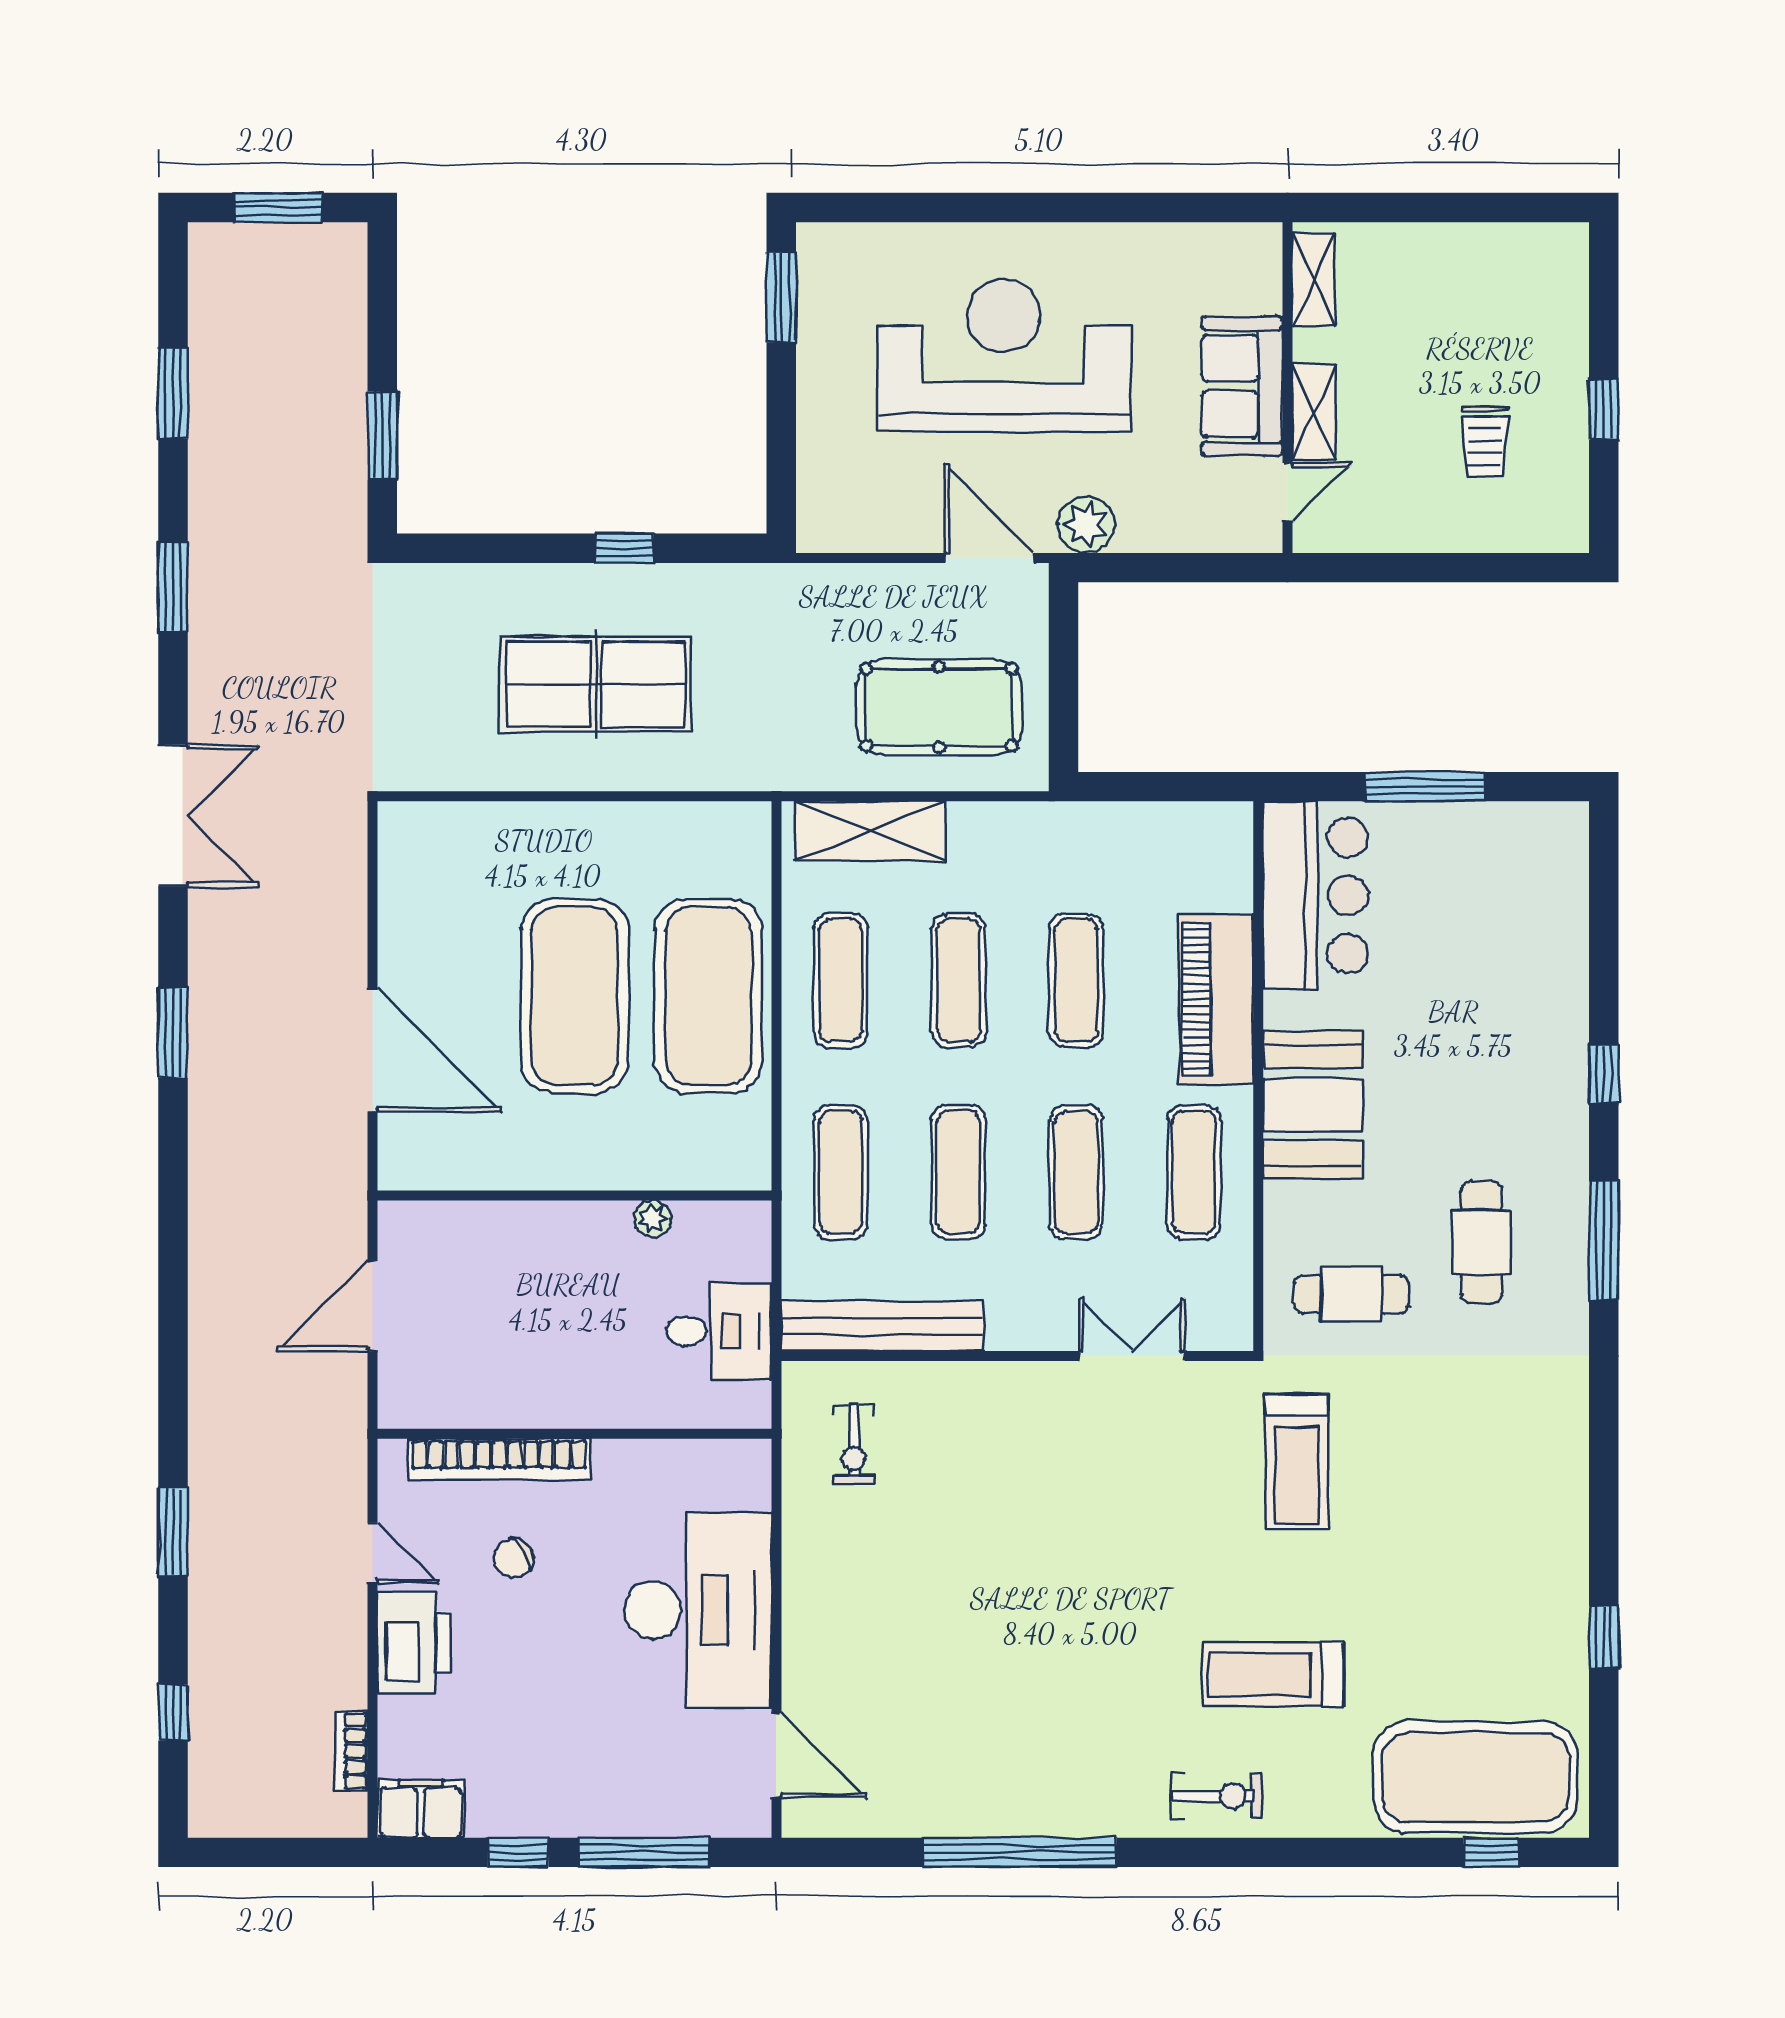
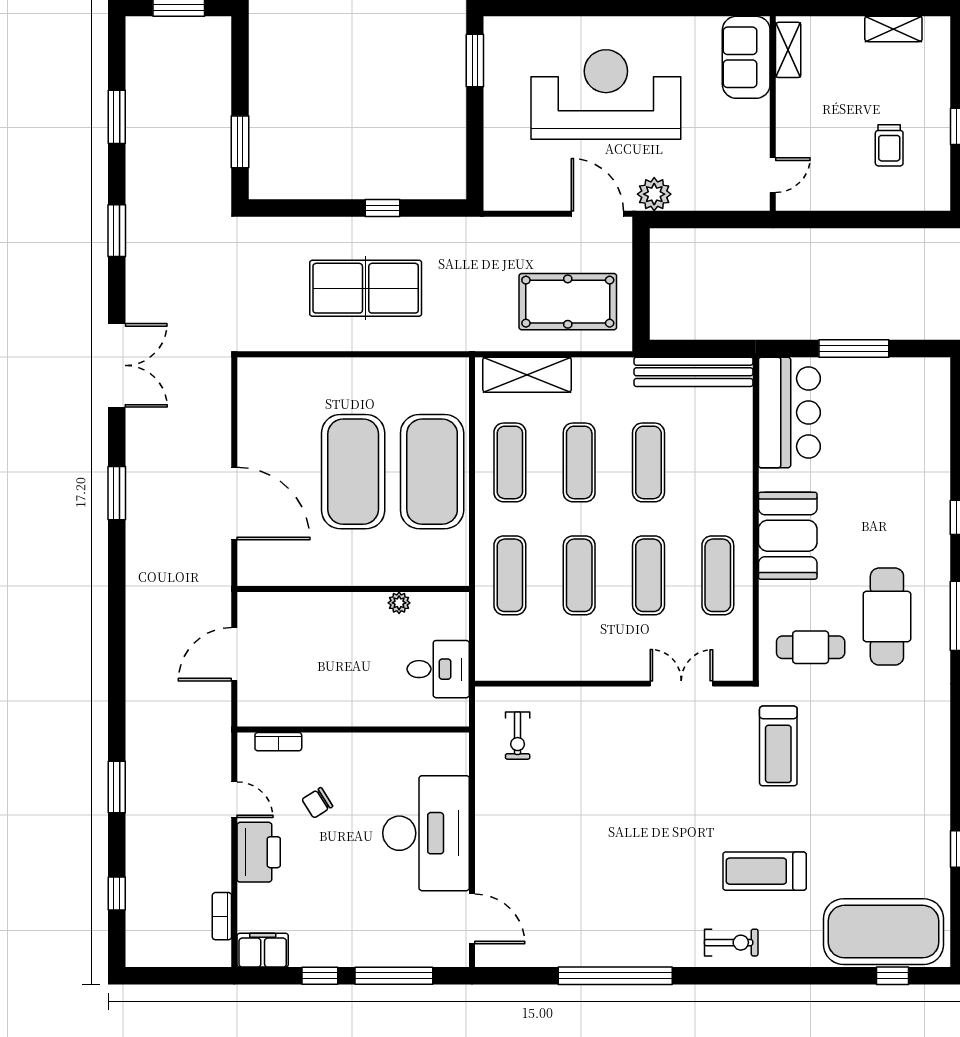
sofa: (1242, 386) -> (746, 57), moved
shelving: (1314, 412) -> (893, 29), moved, turned 90
piano: (1216, 999) -> (731, 474), removed
cafe table: (1481, 1242) -> (887, 617), width x1.37, depth x1.35
bench: (882, 1326) -> (693, 372), moved
bookcase: (499, 1459) -> (278, 742), width x0.43, depth x0.76

